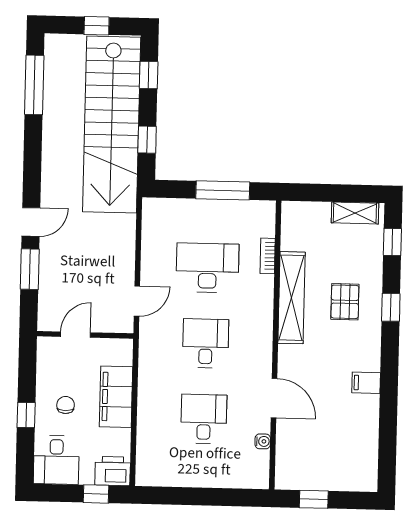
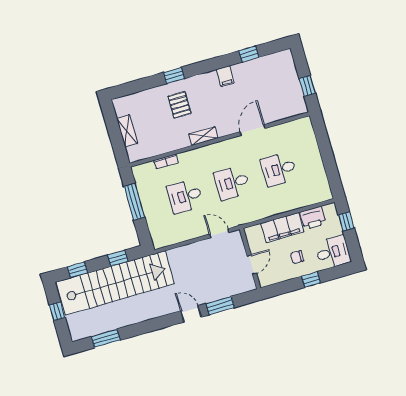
window: (34, 85) -> (106, 338), width x0.69
shelving: (355, 213) -> (127, 131), moved
window: (392, 242) -> (249, 54), moved
desk: (207, 268) -> (185, 196), width x0.73
shelving: (292, 298) -> (203, 136), width x0.45, depth x0.75
pallet: (345, 302) -> (179, 105), turned 90
door: (76, 335) -> (252, 265), swing flipped
water cooler: (263, 441) -> (281, 129), removed
printer: (113, 471) -> (313, 218), moved, turned -90

